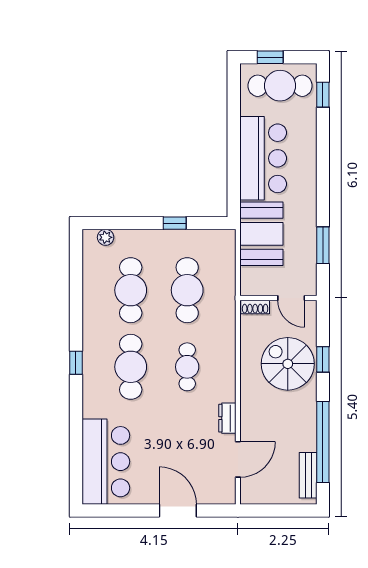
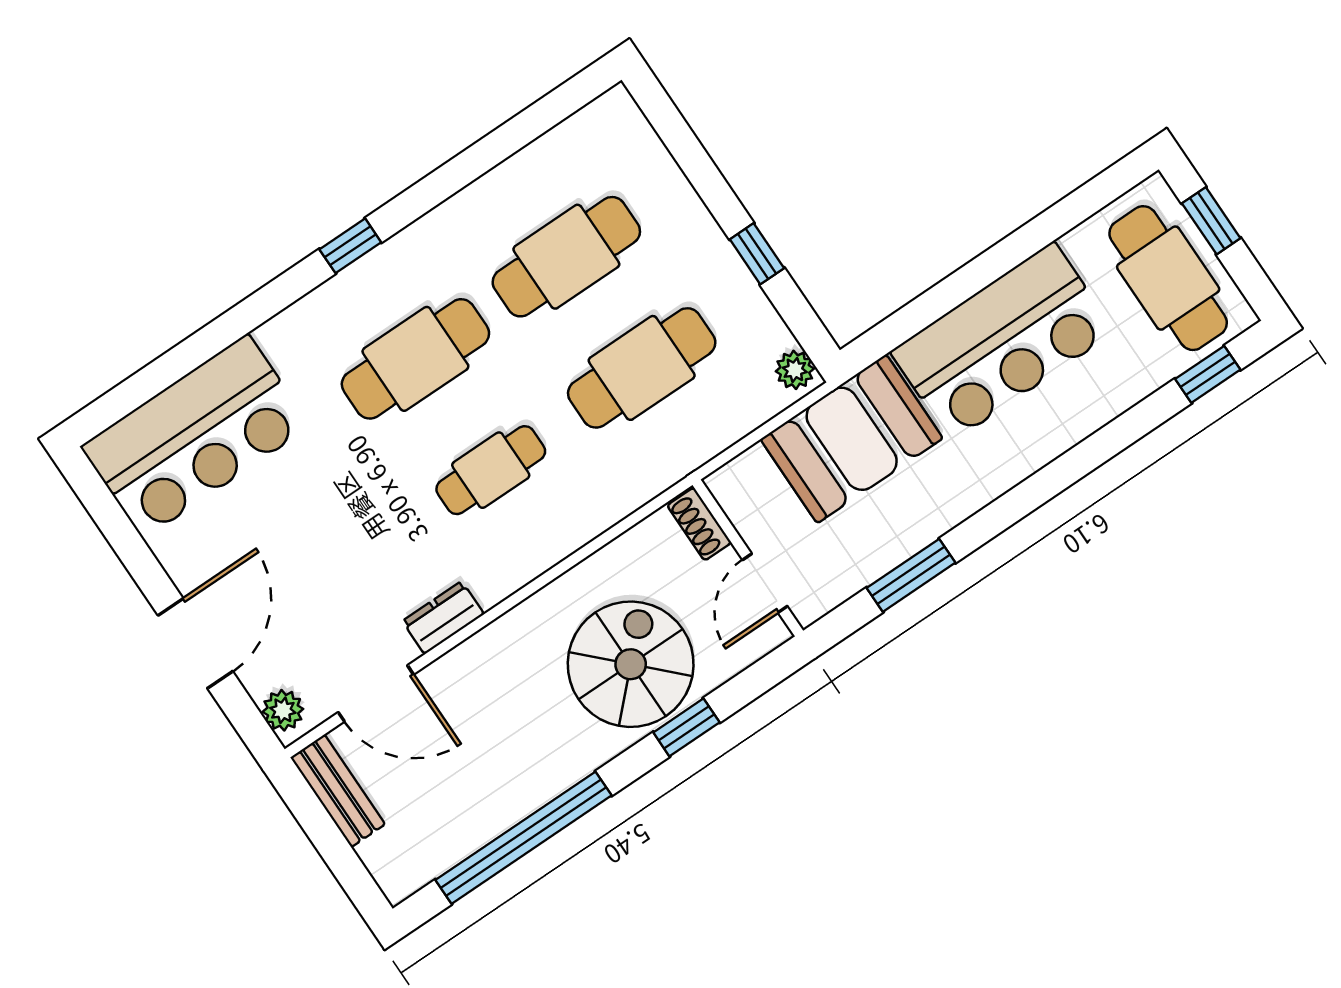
plant: (106, 237) -> (795, 370), moved
bench: (308, 475) -> (338, 791), moved, turned 90
plant: (222, 496) -> (283, 710), added

